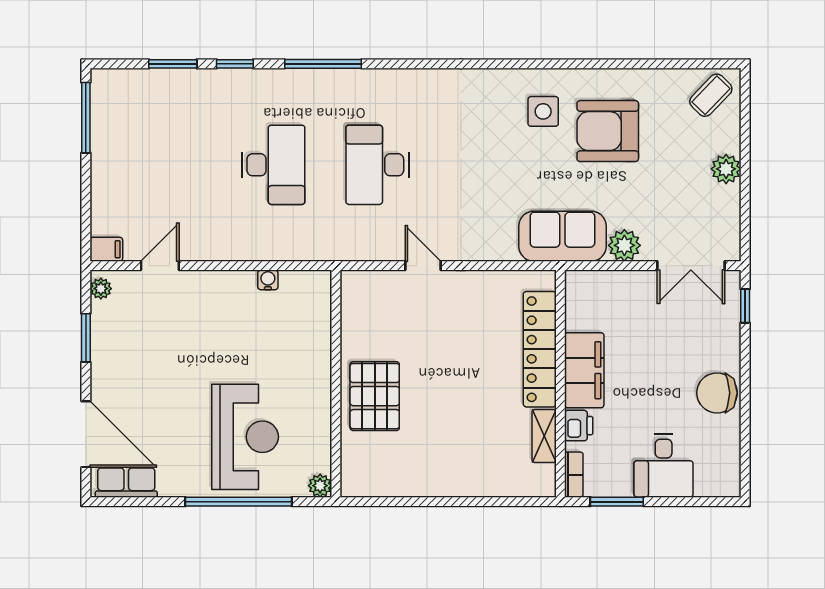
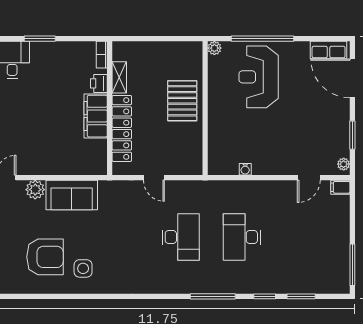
locker: (540, 349) -> (122, 128), moved
filing cabinet: (584, 370) -> (96, 116), moved
wall: (560, 384) -> (110, 108), moved
printer: (579, 426) -> (99, 83), moved
shelving: (544, 436) -> (119, 77), moved
bookcase: (574, 475) -> (102, 55), moved

